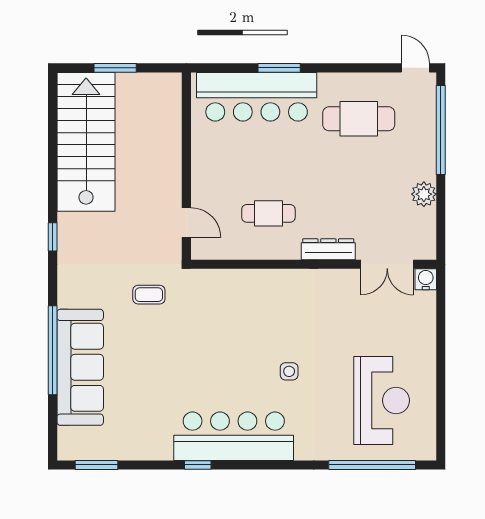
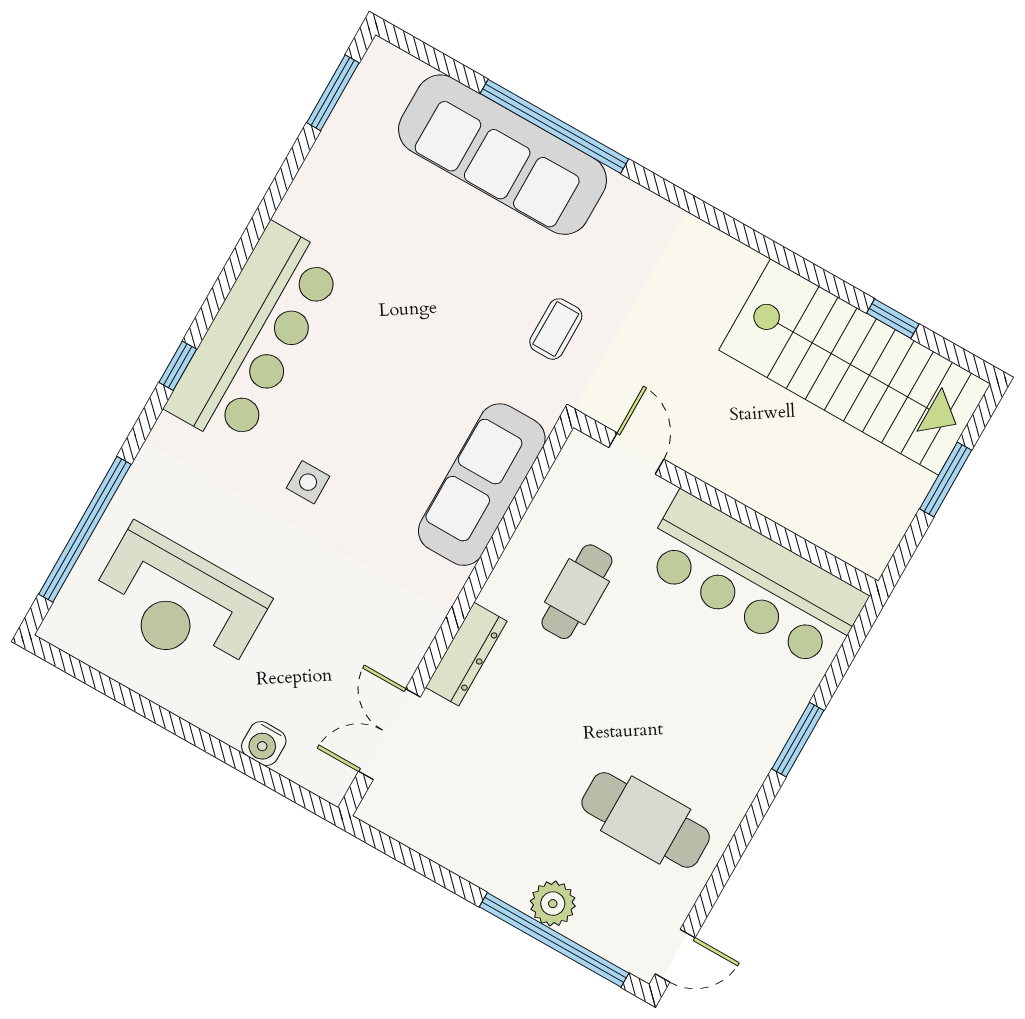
bar counter: (257, 97) -> (753, 580), moved, turned -90
cafe table: (359, 119) -> (646, 820), turned 90
plant: (424, 194) -> (553, 904), moved
door: (186, 223) -> (636, 453), swing flipped
window: (53, 237) -> (893, 319), moved
water cooler: (426, 279) -> (264, 743), moved, turned 90
sofa: (243, 288) -> (482, 485), added
window: (198, 465) -> (178, 366), moved

